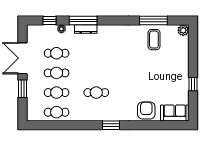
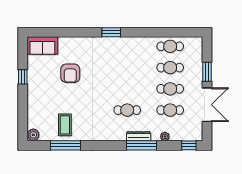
window: (50, 21) -> (189, 145), moved
cafe table: (96, 93) -> (127, 110), moved
armchair: (146, 111) -> (70, 73), moved

